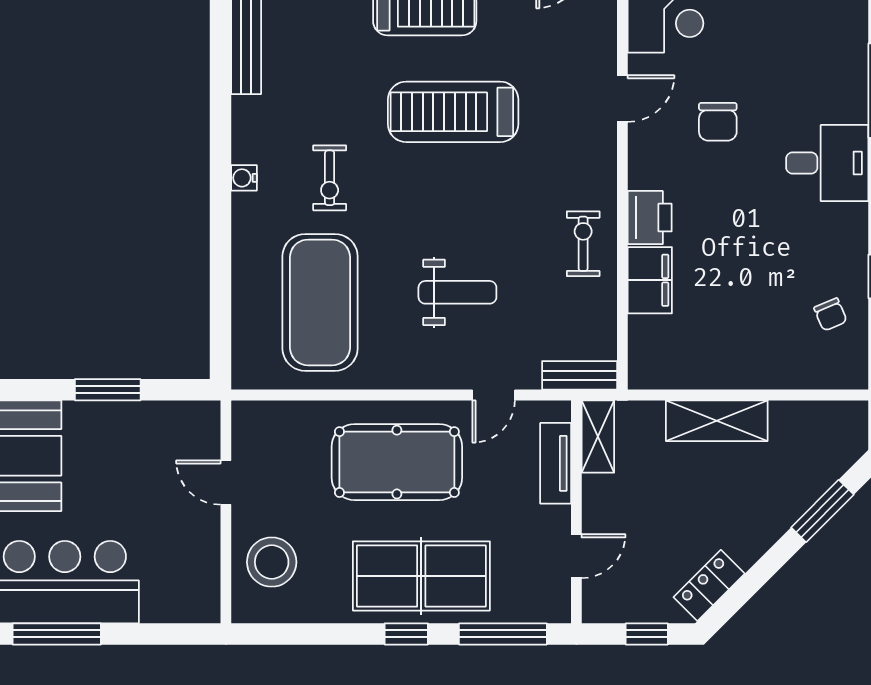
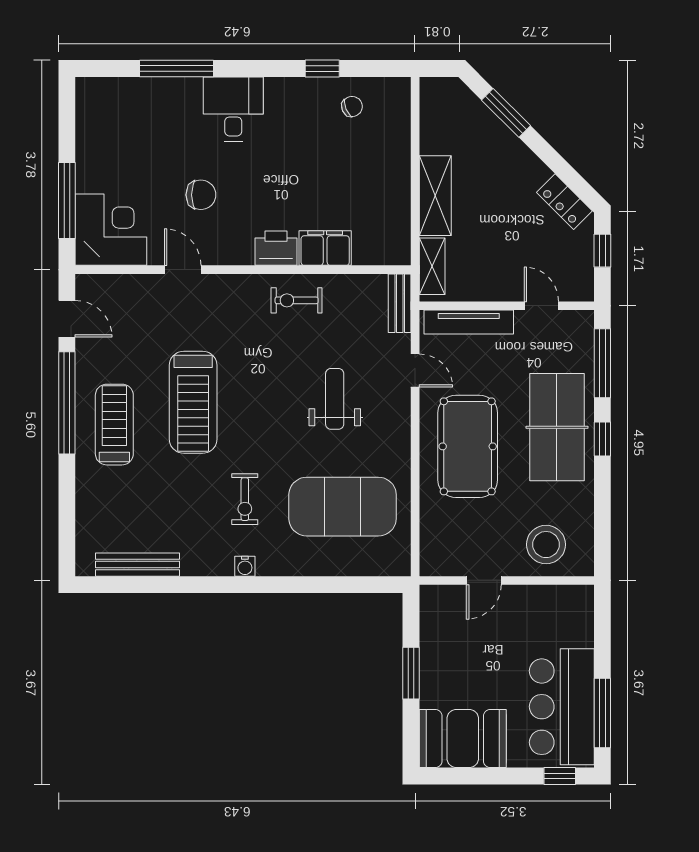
exercise bike: (330, 178) -> (245, 499), turned 90
shelving: (598, 437) -> (432, 266), moved, turned 90
tv unit: (556, 463) -> (469, 322), width x1.41

